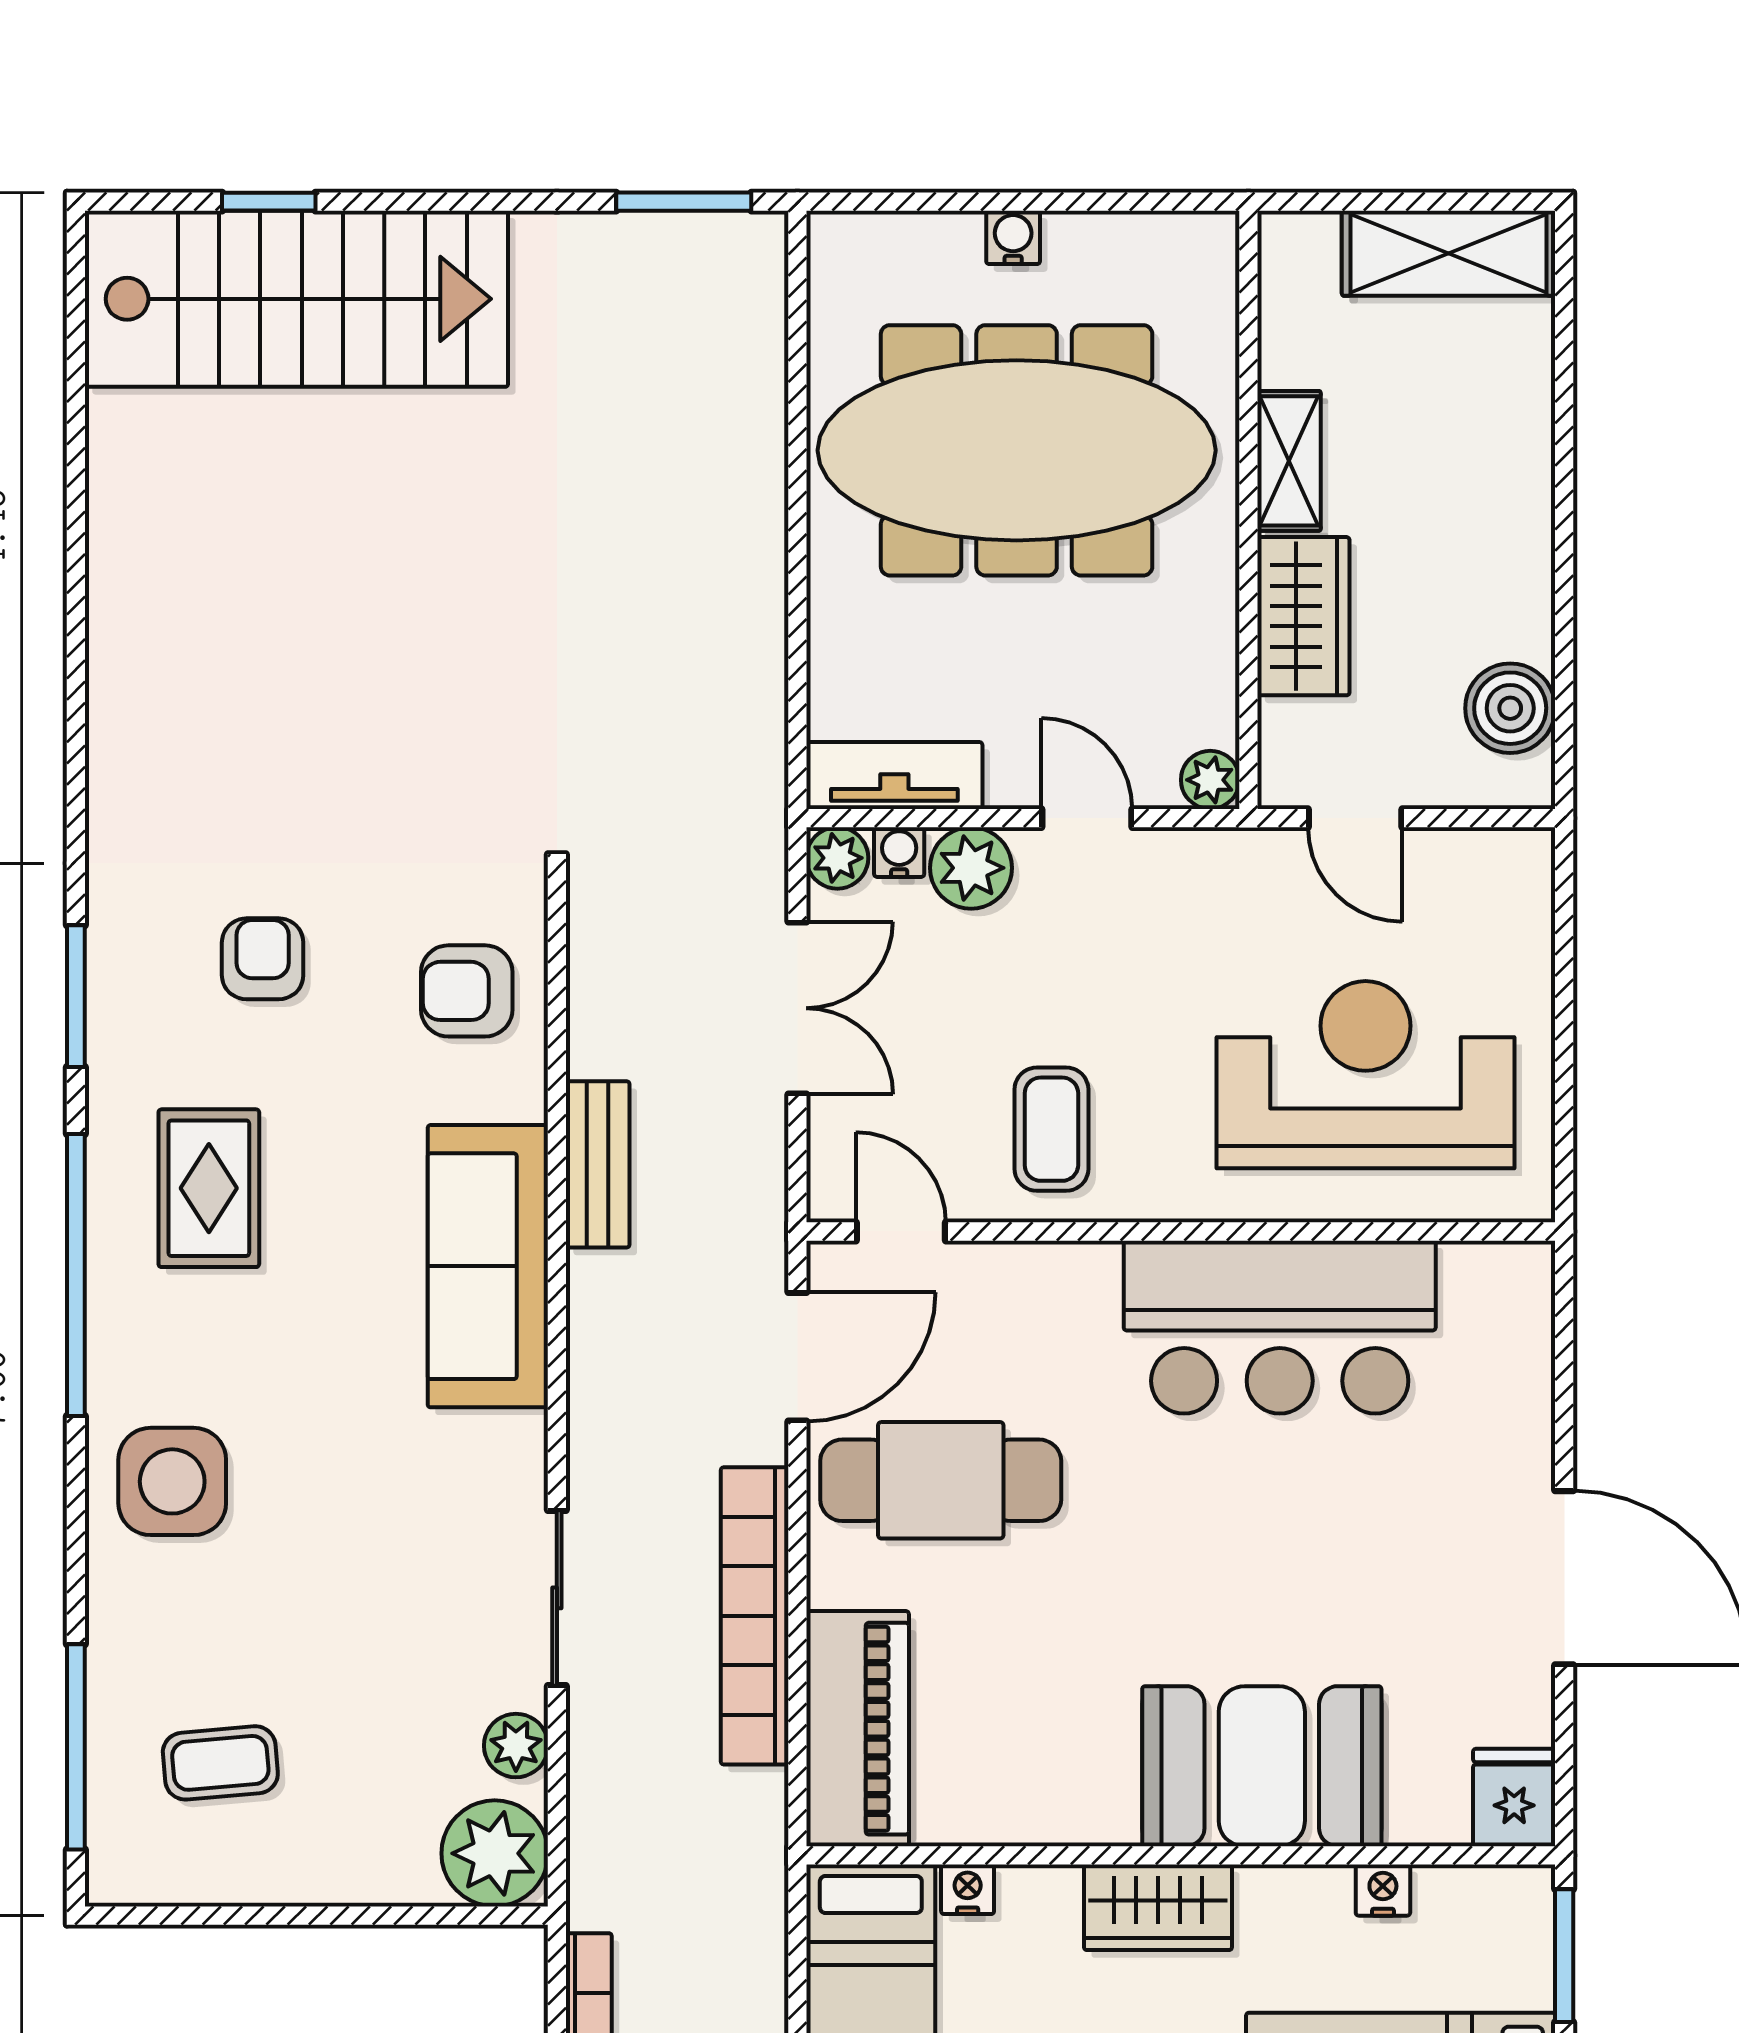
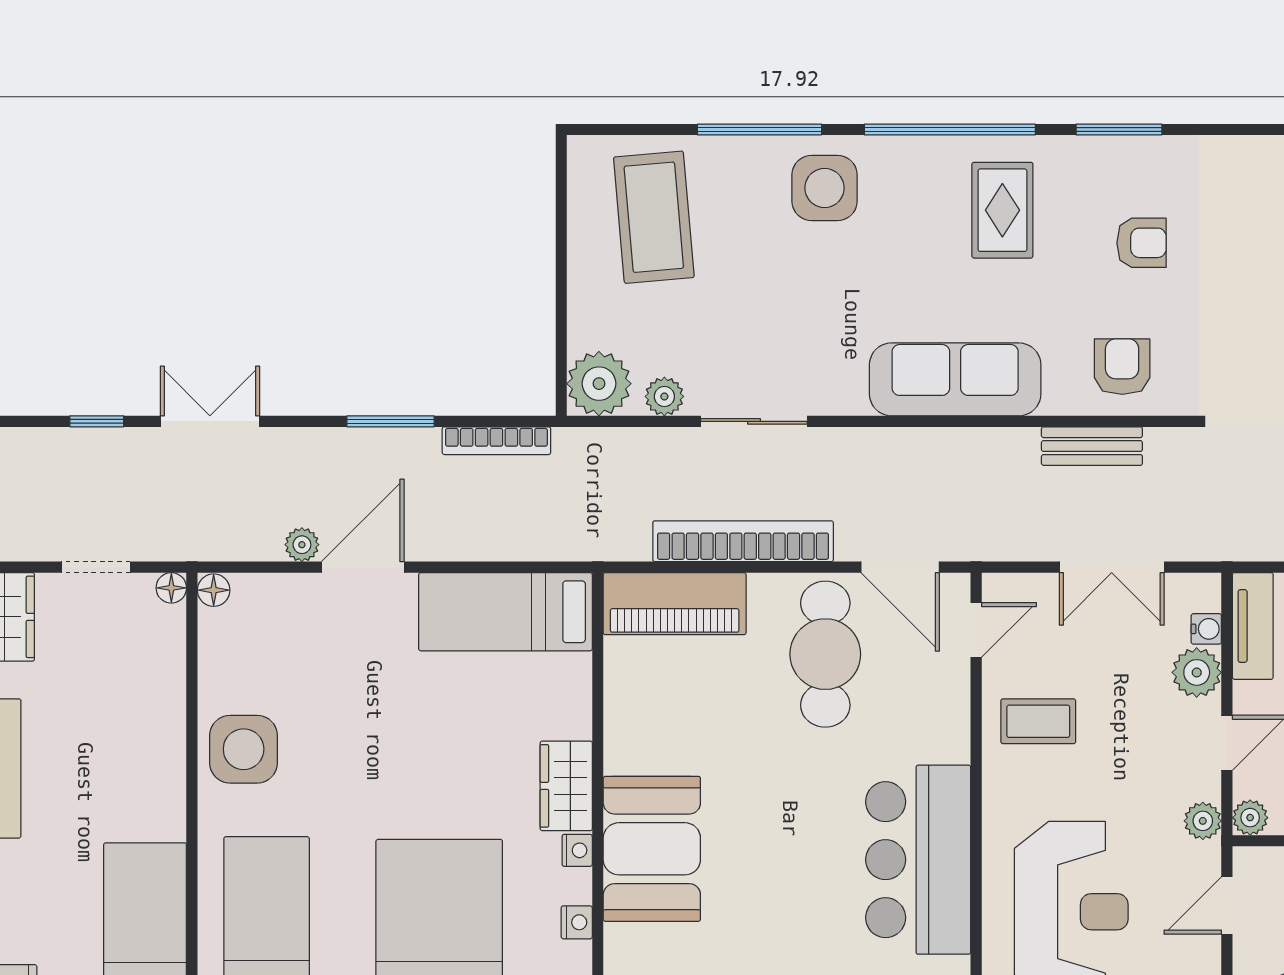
plant: (837, 858) -> (1203, 821), moved
bench: (598, 1164) -> (1092, 446), moved
rug: (209, 1188) -> (1002, 210), turned 90
window: (76, 1747) -> (759, 129), moved
coffee table: (220, 1763) -> (654, 217), width x1.86, depth x1.72
nightstand: (968, 1889) -> (577, 850), moved

